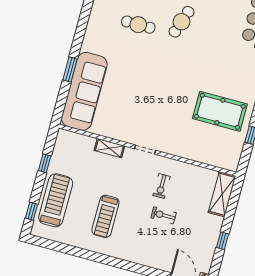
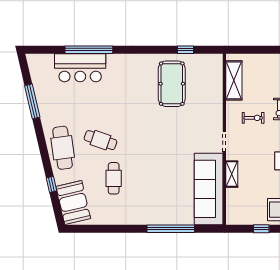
window: (70, 70) -> (171, 229), width x2.11
sofa: (84, 91) -> (209, 189), moved, turned -90
shelving: (222, 194) -> (234, 80), moved, turned 90

